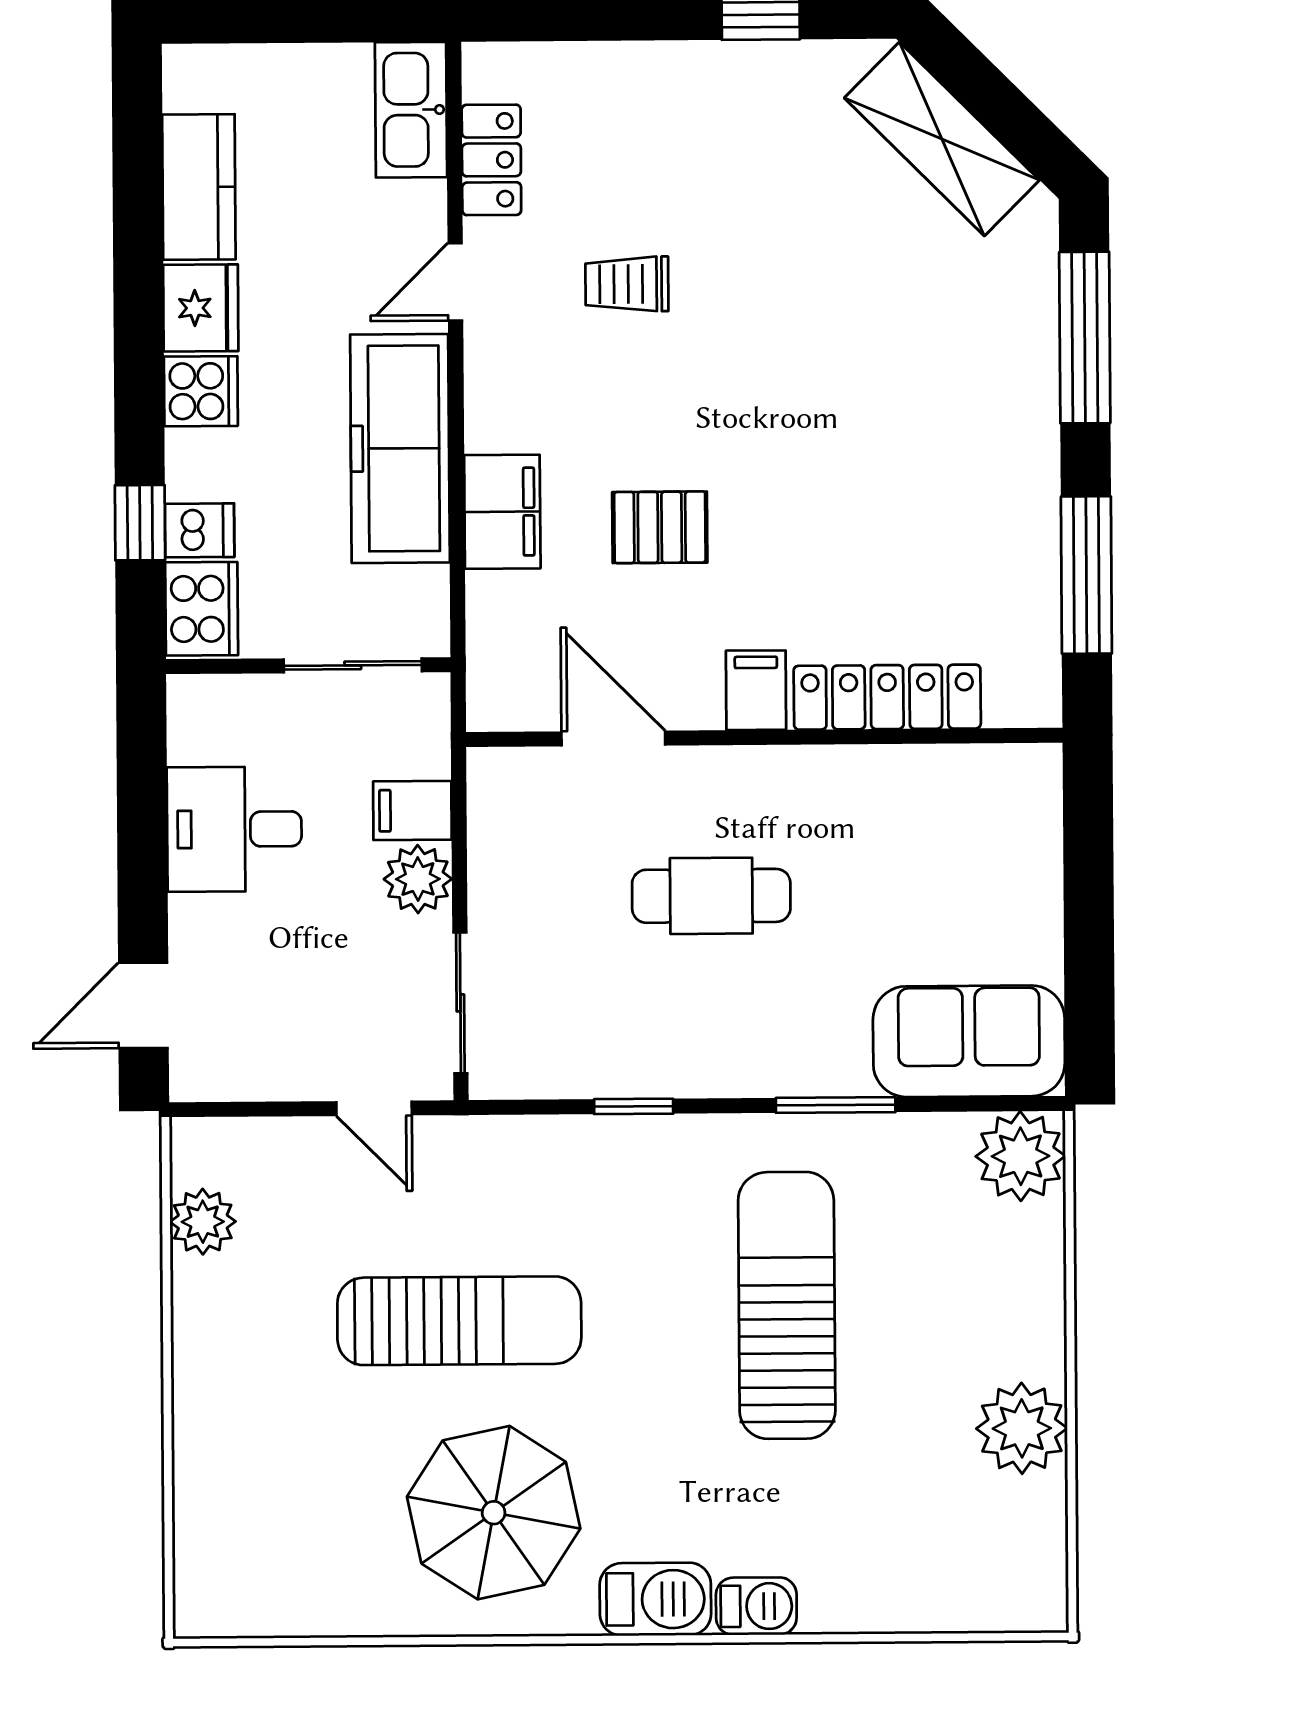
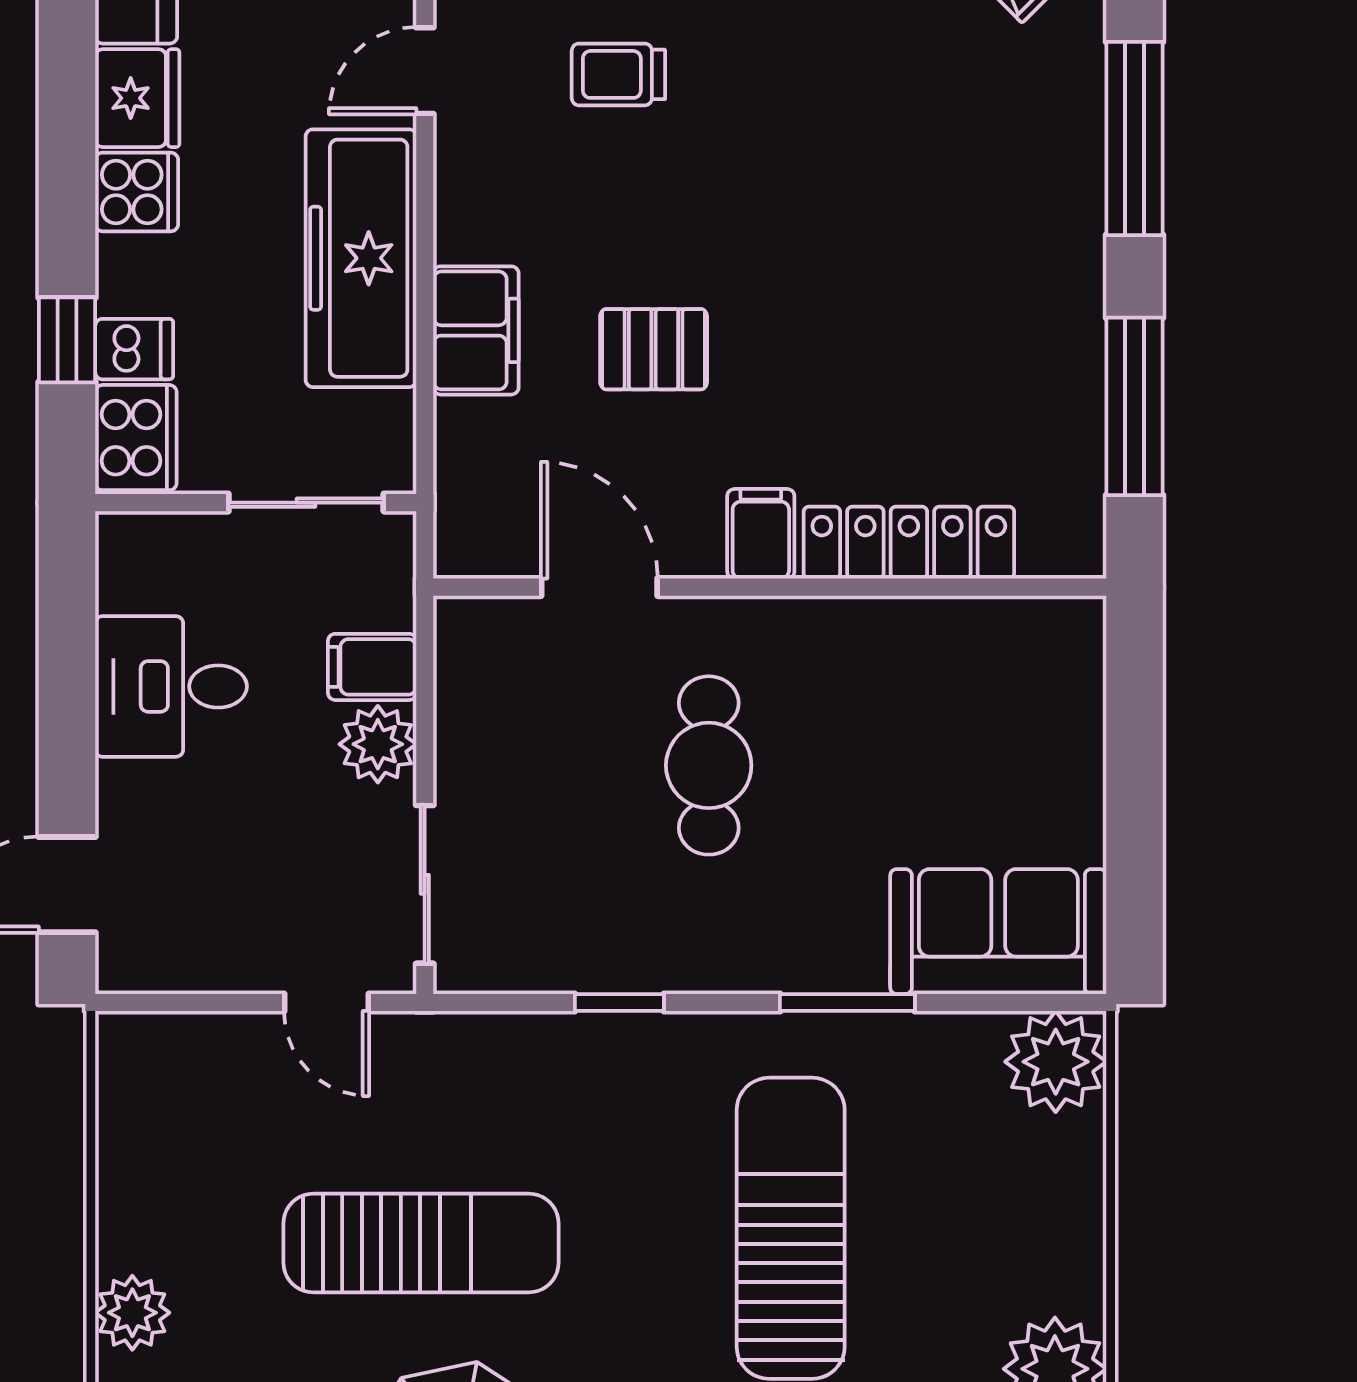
cafe table: (711, 896) -> (709, 765), turned 90
plant: (203, 1222) -> (132, 1313), moved

